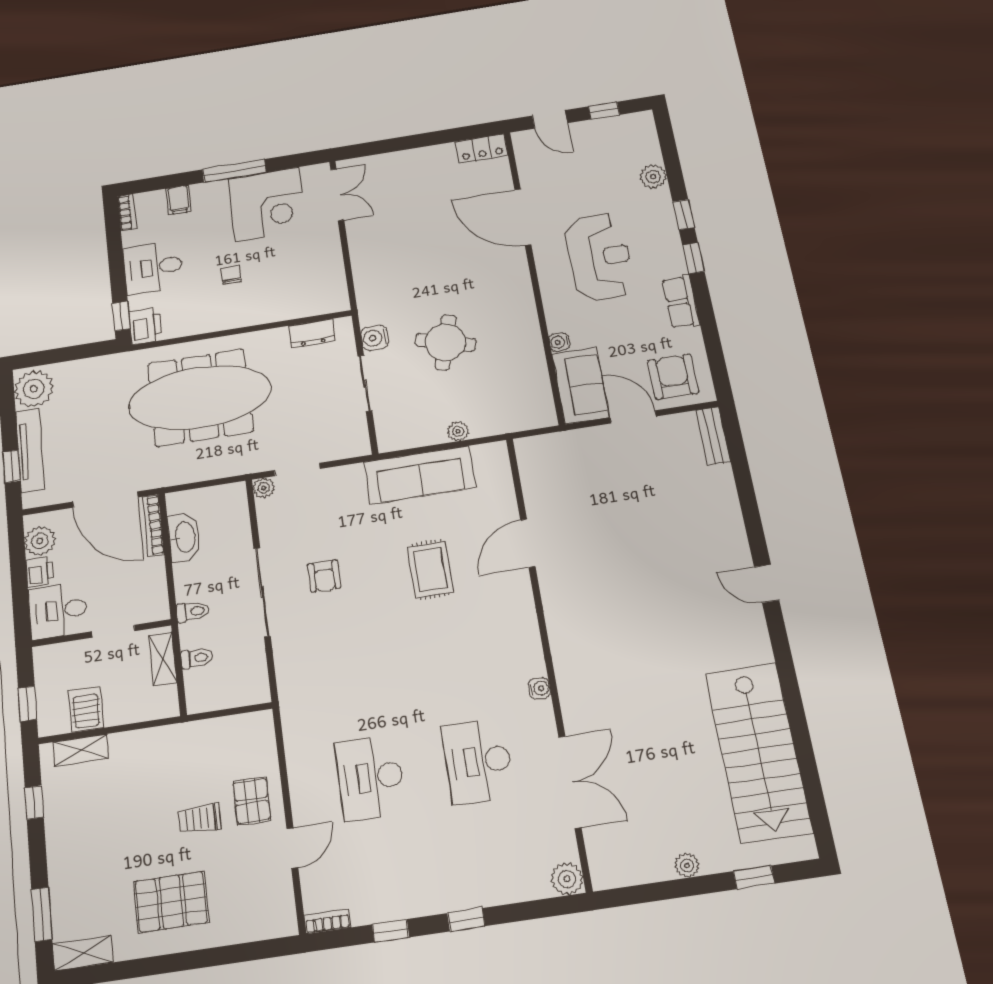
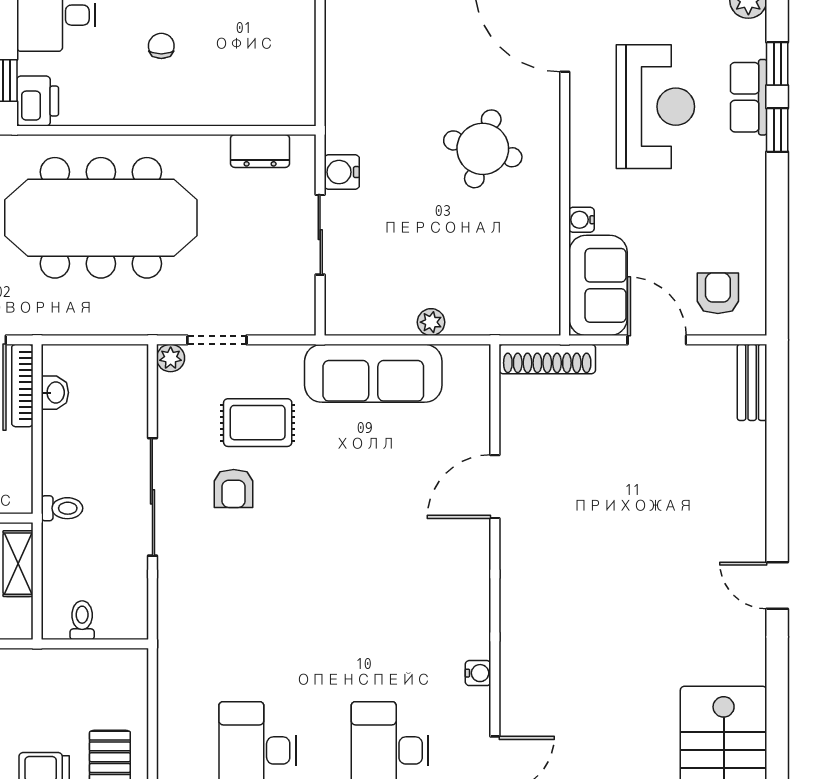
row of seats: (681, 302) -> (749, 97), moved
round table: (446, 342) -> (483, 149), moved
armchair: (673, 377) -> (718, 293), width x0.72, depth x0.72
shoe rack: (552, 444) -> (547, 359), added
washbasin: (184, 537) -> (55, 393), width x0.52, depth x0.69
rug: (430, 569) -> (258, 423), moved, turned 90
toilet: (197, 658) -> (82, 620), moved, turned -90

